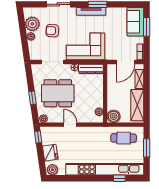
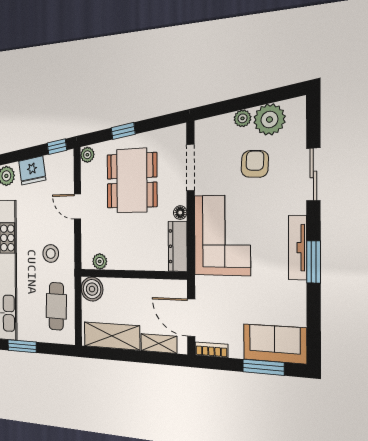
door: (70, 125) -> (77, 207), swing flipped
stool: (95, 141) -> (51, 253), added
window: (147, 148) -> (22, 346), moved

